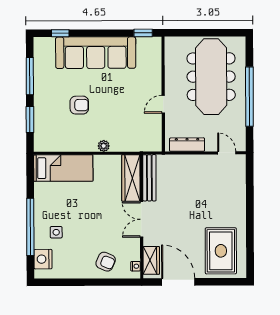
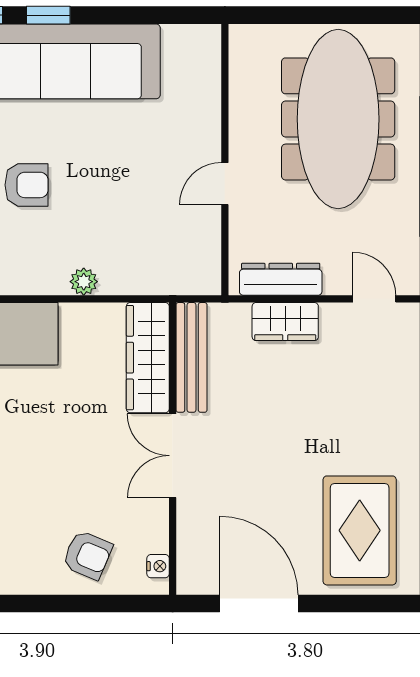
window: (143, 33) -> (48, 15), moved
wardrobe: (151, 260) -> (285, 322), moved, turned 90

